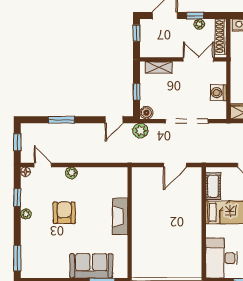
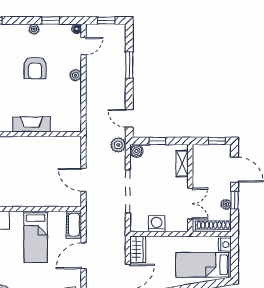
cot: (213, 186) -> (74, 225), moved, turned 90
armchair: (64, 213) -> (35, 68), turned 90

